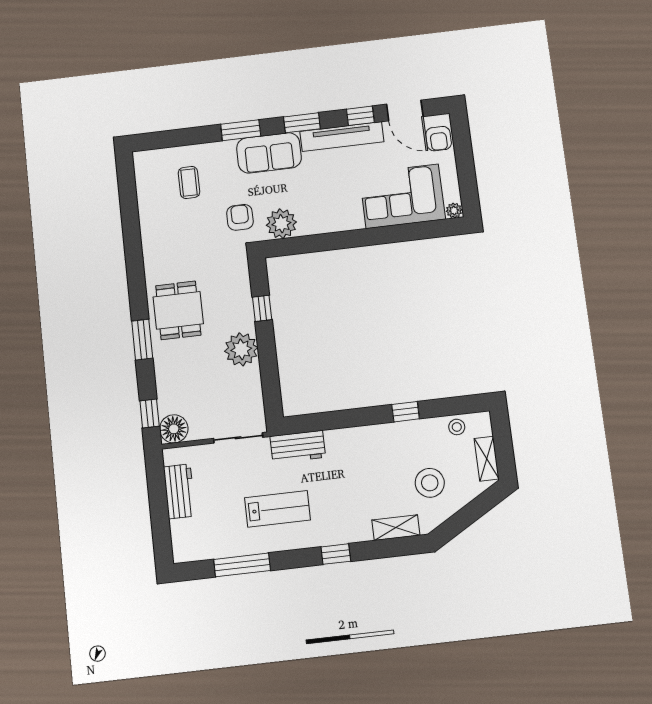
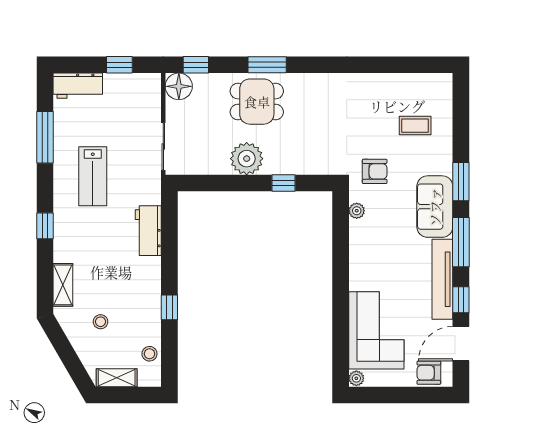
window: (302, 123) -> (461, 242), width x1.44
plant: (281, 224) -> (357, 211), width x0.53, depth x0.53
dining table: (178, 310) -> (257, 102), moved
workbench: (298, 447) -> (148, 231), moved
stool: (430, 483) -> (101, 322), width x0.53, depth x0.53
workbench: (179, 491) -> (78, 86), moved
window: (158, 494) -> (119, 65), added

